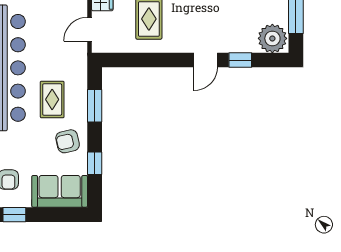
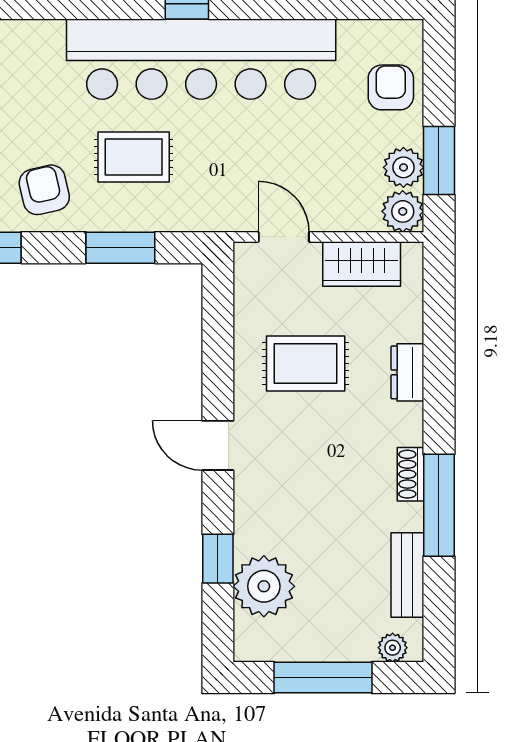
plant: (272, 38) -> (264, 586), moved
door: (206, 60) -> (218, 445), moved

